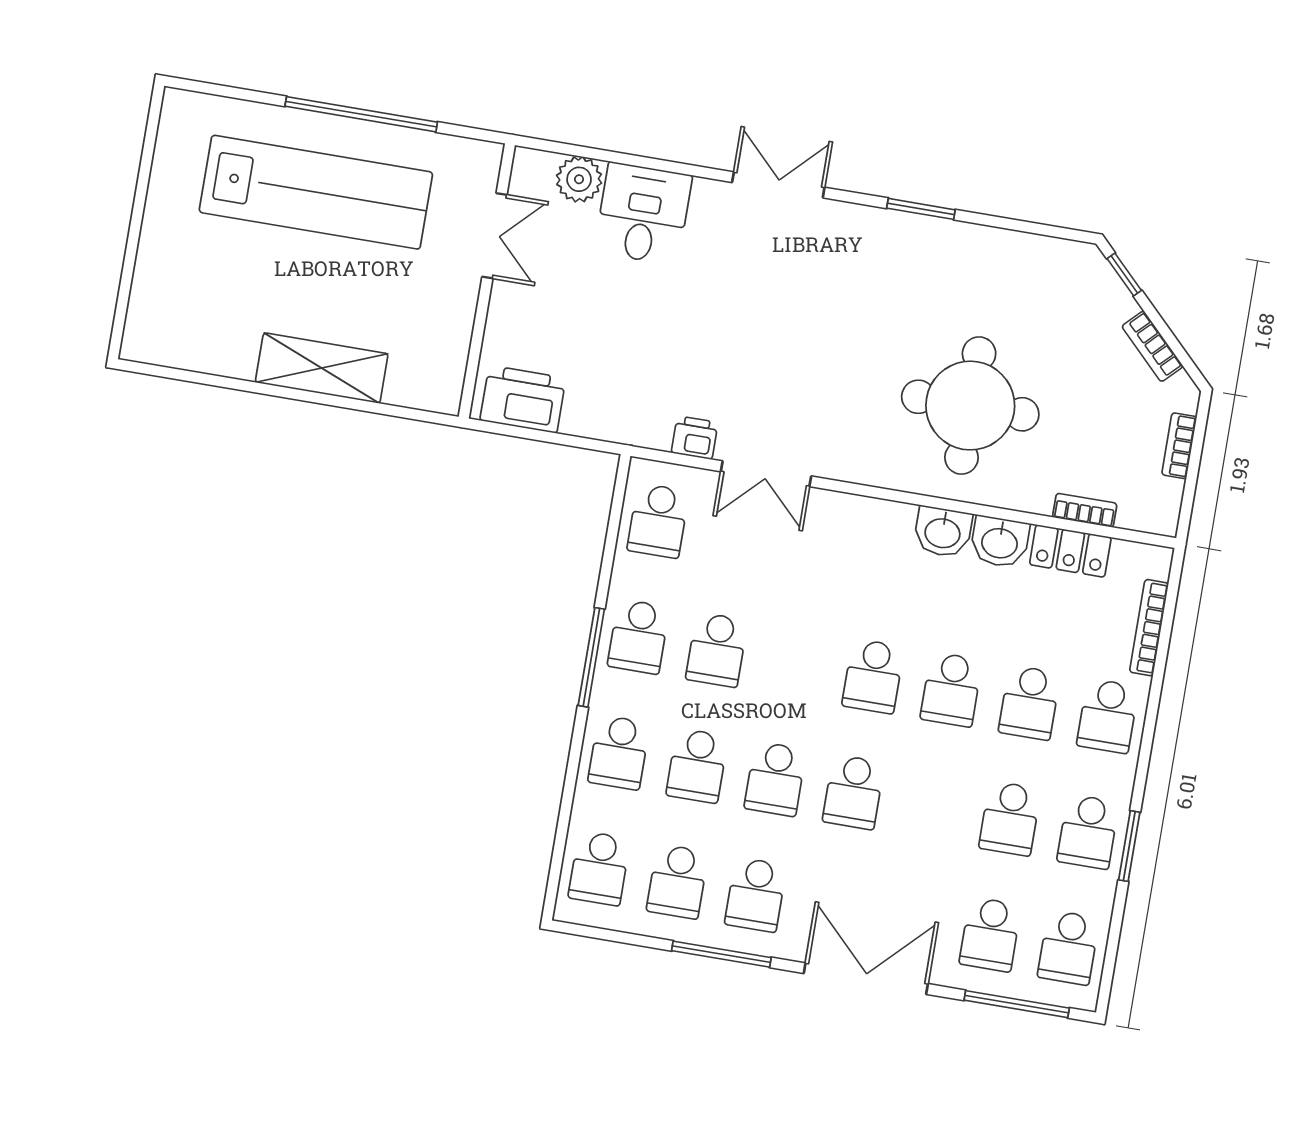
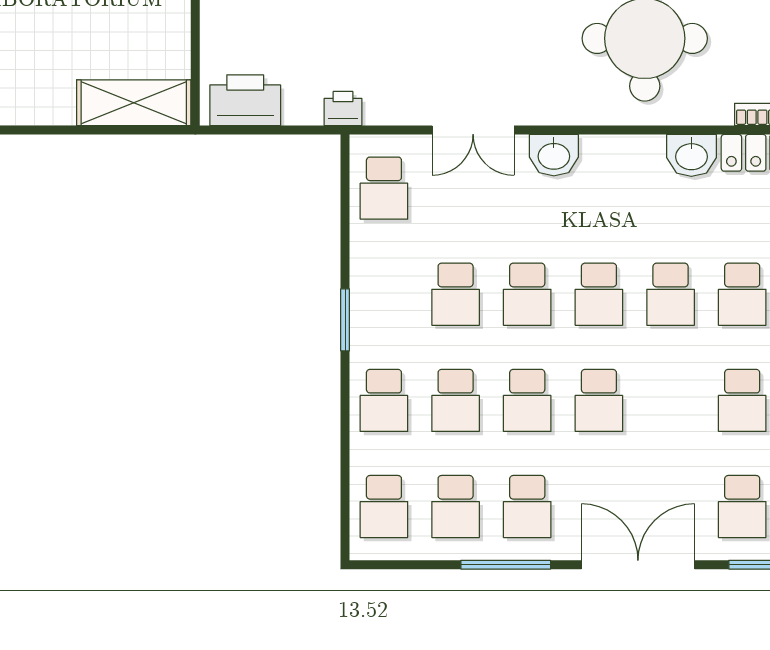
shelving: (322, 368) -> (134, 103), moved
printer: (695, 438) -> (343, 109), moved
washbasin: (943, 532) -> (554, 155), moved
school desk: (638, 637) -> (527, 294), moved
window: (591, 657) -> (345, 320), width x0.69

